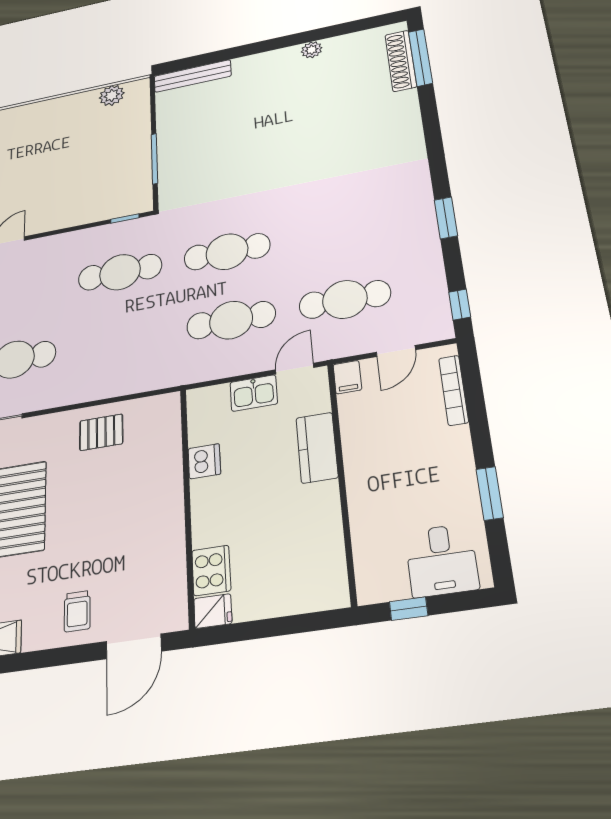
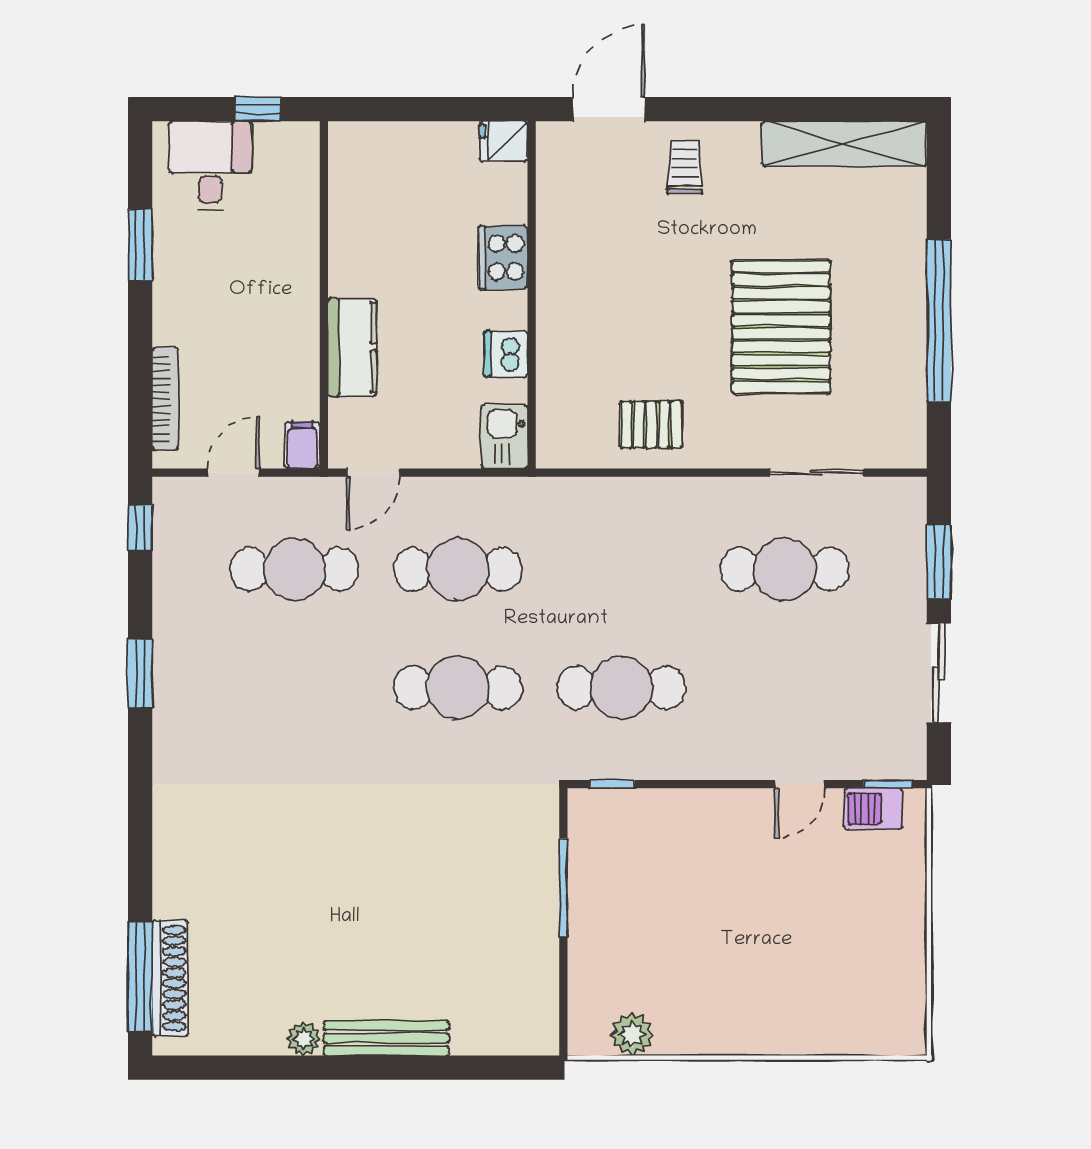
bench: (193, 76) -> (386, 1038), moved
kitchen sink: (254, 393) -> (504, 437), moved, turned -90
cooker: (211, 570) -> (503, 258), moved

